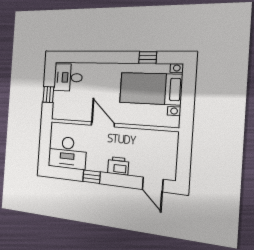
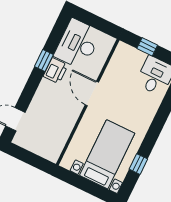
door: (103, 124) -> (92, 93), swing flipped
printer: (118, 166) -> (56, 71), moved

